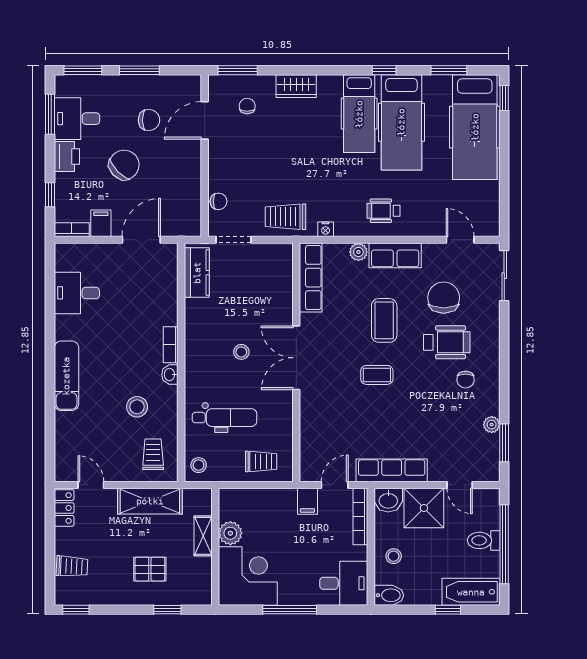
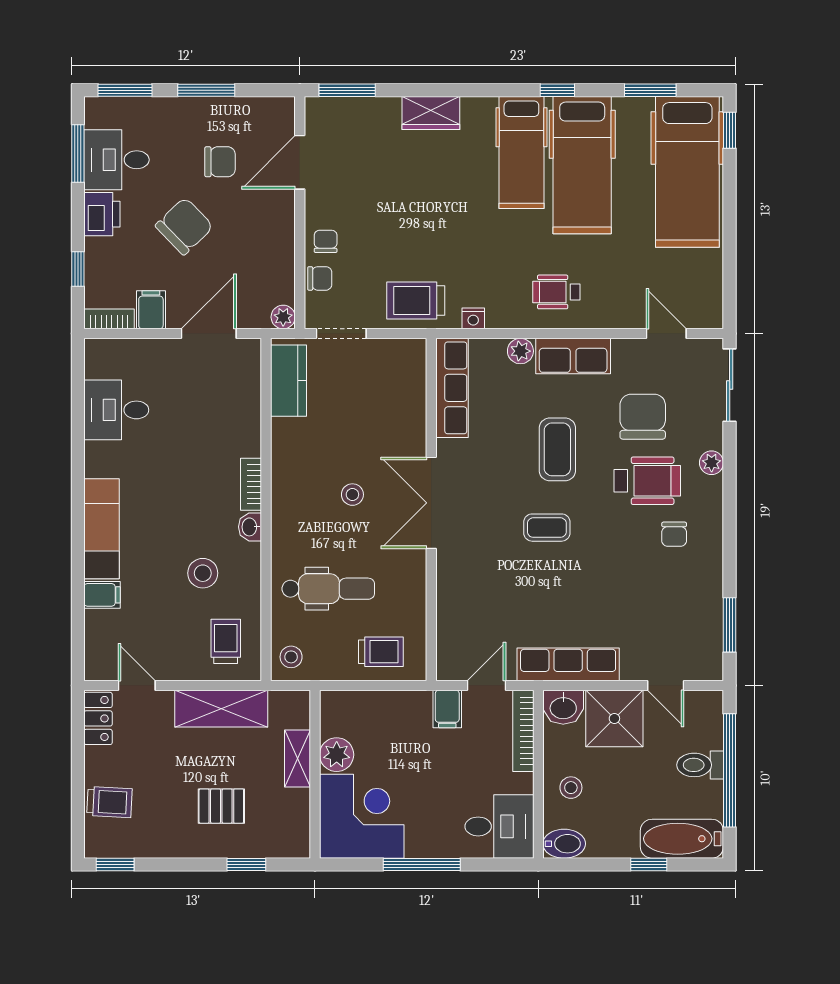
chair: (247, 106) -> (326, 241), moved
plant: (193, 228) -> (283, 317), added
filing cabinet: (67, 422) -> (102, 595), added
plant: (492, 425) -> (712, 463), moved

